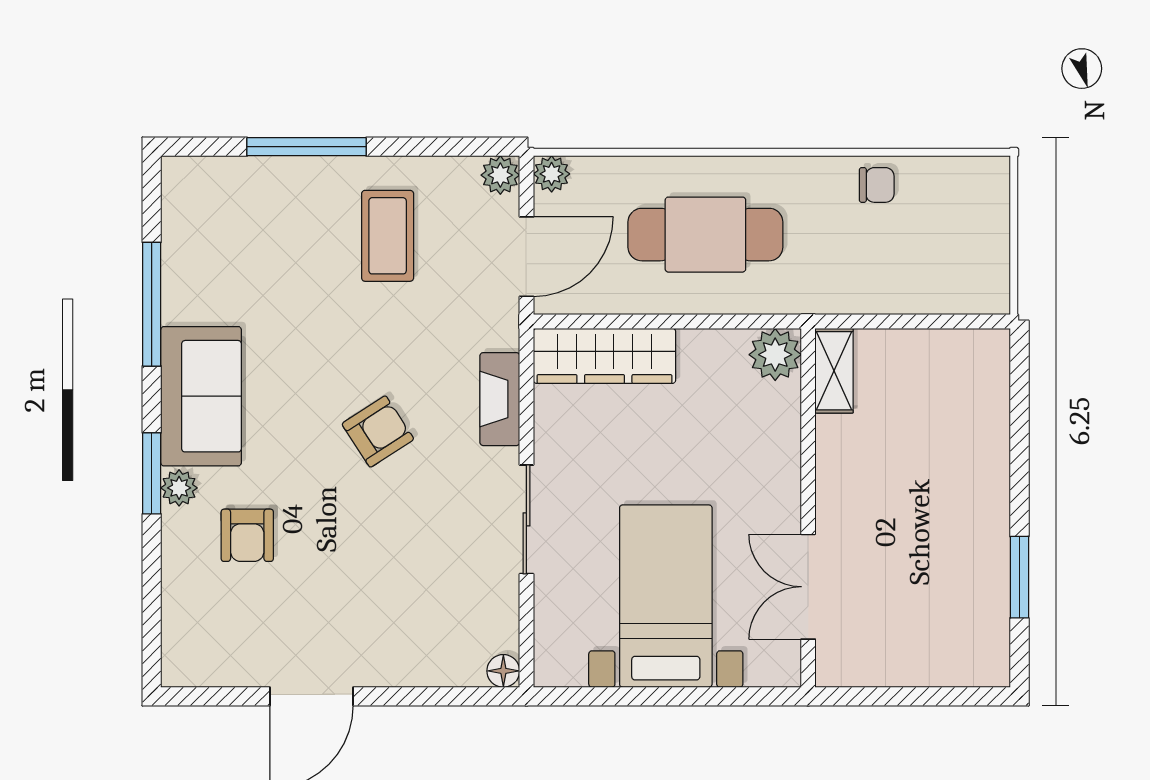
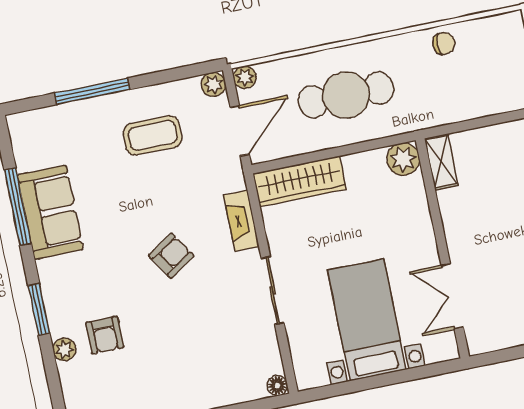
coffee table: (388, 236) -> (153, 135), turned 90
sofa: (201, 396) -> (50, 212), moved
plant: (179, 488) -> (64, 349), moved

